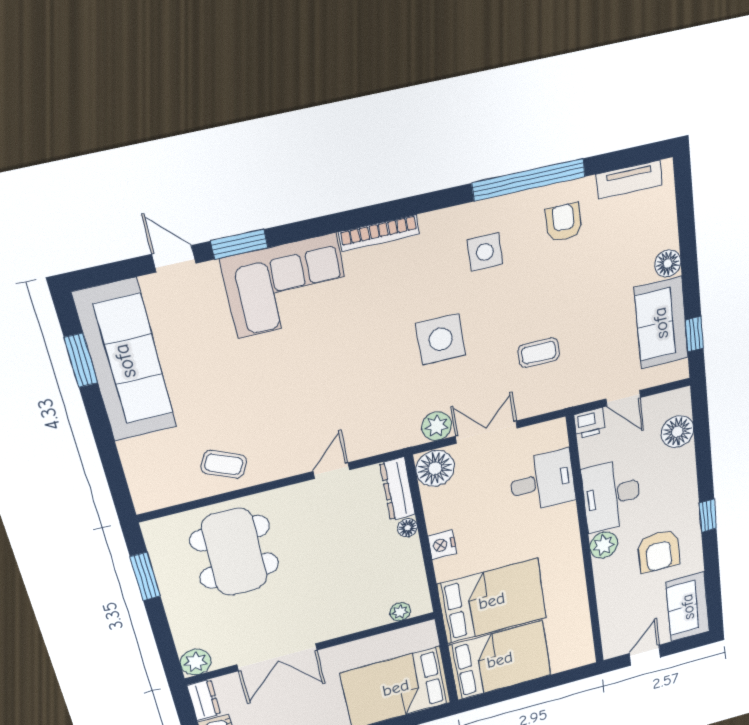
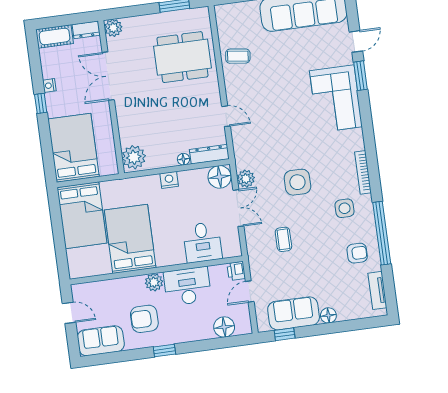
bookcase: (379, 233) -> (363, 172), moved
coffee table: (224, 464) -> (238, 56), turned 73
bed: (492, 601) -> (130, 239), moved, turned 180
plant: (400, 612) -> (134, 157), width x1.87, depth x1.87

